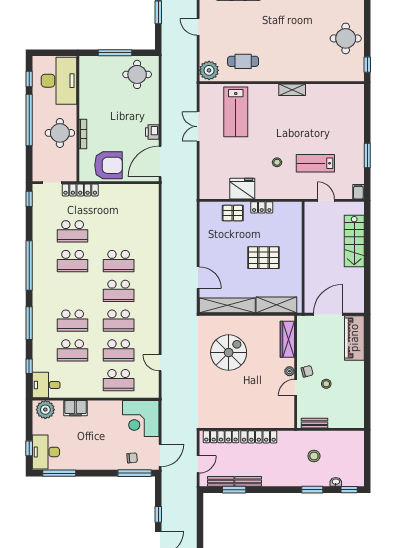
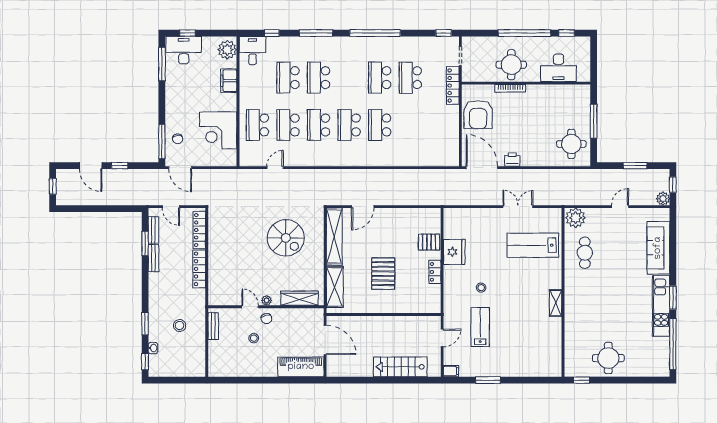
desk: (59, 81) -> (558, 68), width x0.73, depth x0.77
pallet: (233, 213) -> (429, 242), turned 90
corner desk: (141, 418) -> (218, 130), moved, turned -90

